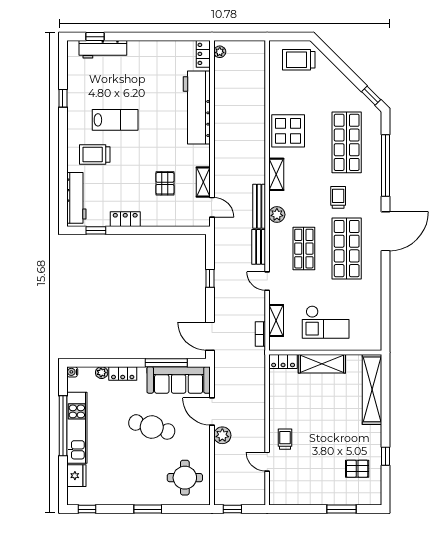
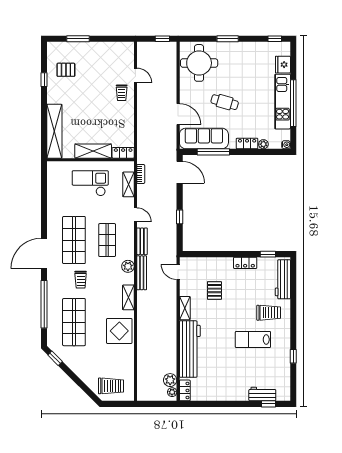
workbench: (103, 49) -> (262, 394), width x0.73
shelving: (203, 182) -> (185, 308), moved
cafe table: (152, 427) -> (225, 102), width x0.73, depth x0.74
plant: (222, 435) -> (170, 380), moved
round table: (185, 478) -> (199, 63), width x1.36, depth x1.36

